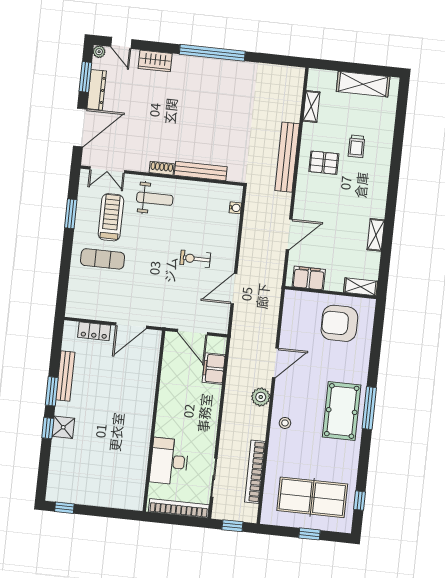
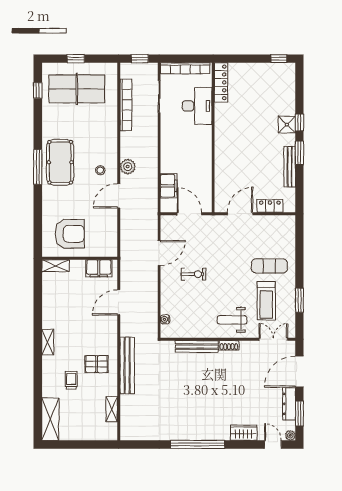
shelving: (363, 84) -> (50, 419), moved, turned 90
shelving: (376, 235) -> (48, 342), moved
stool: (285, 423) -> (100, 170), moved
locker: (137, 487) -> (221, 82), added

